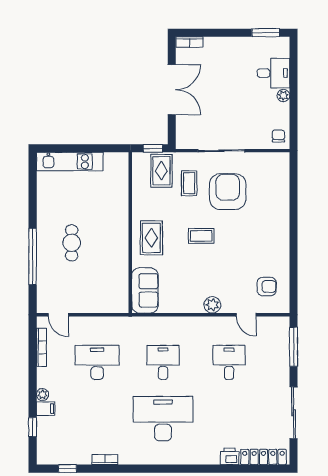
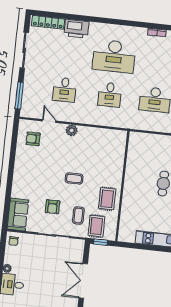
armchair: (228, 192) -> (53, 207), width x0.53, depth x0.53
rug: (151, 238) -> (107, 199), moved
sofa: (145, 290) -> (18, 214), moved, turned 180
printer: (230, 456) -> (76, 29), width x1.87, depth x1.48

